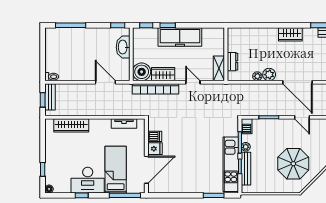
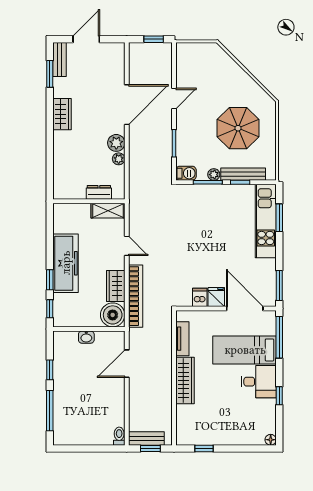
window: (118, 25) -> (50, 370), moved
washbasin: (123, 47) -> (86, 337), width x0.52, depth x0.69
door: (193, 82) -> (127, 246), swing flipped
wardrobe: (71, 125) -> (185, 381), moved
kitchen unit: (231, 164) -> (266, 221), moved, turned 90
parasol: (293, 164) -> (238, 128), moved
window: (43, 169) -> (204, 448), moved
desk: (88, 180) -> (259, 382), width x0.73
window: (163, 195) -> (279, 286), added

